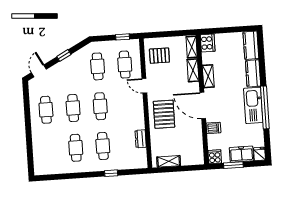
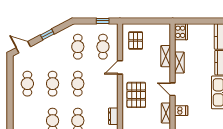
shelving: (192, 47) -> (166, 113), moved
pallet: (159, 56) -> (136, 40), turned 90
door: (39, 71) -> (23, 47), hinge flipped
door: (144, 86) -> (120, 67), hinge flipped
door: (203, 105) -> (173, 89), width x0.53

